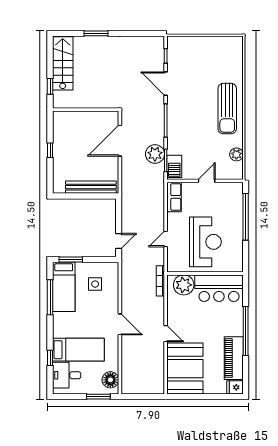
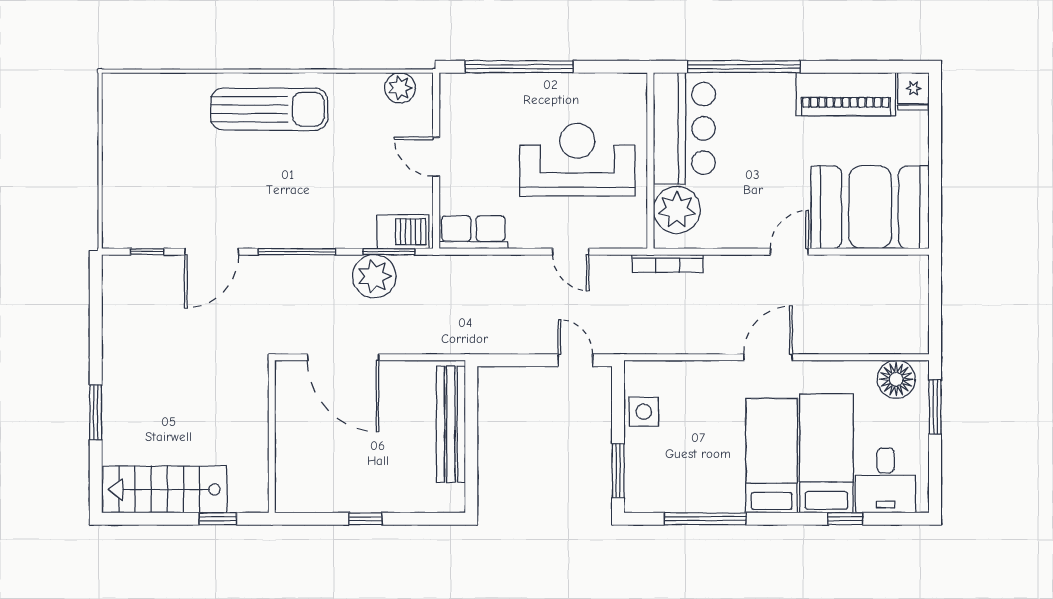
plant: (236, 154) -> (400, 88), moved
side table: (95, 284) -> (644, 412), moved
bed: (64, 287) -> (772, 456), moved, turned -90
window: (246, 331) -> (744, 67), moved

